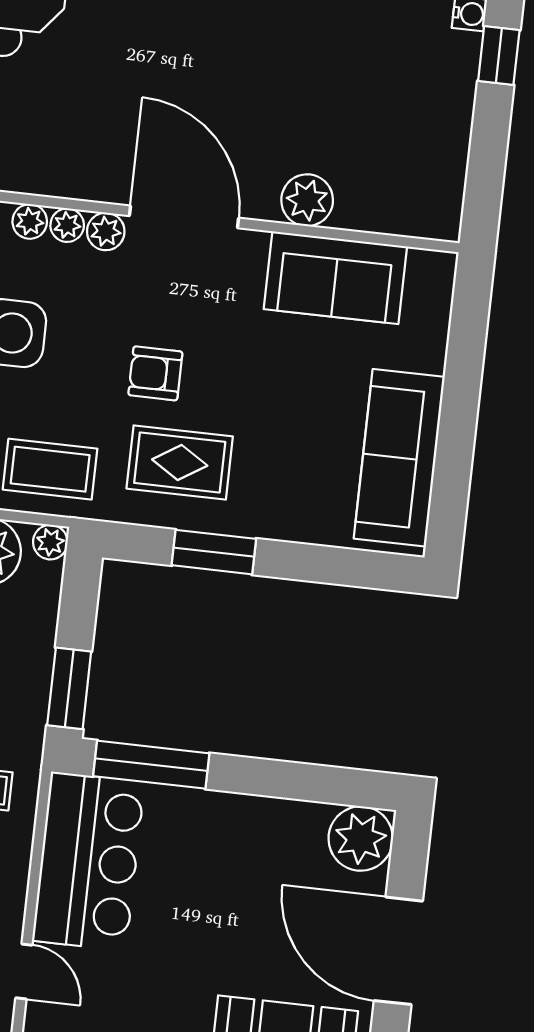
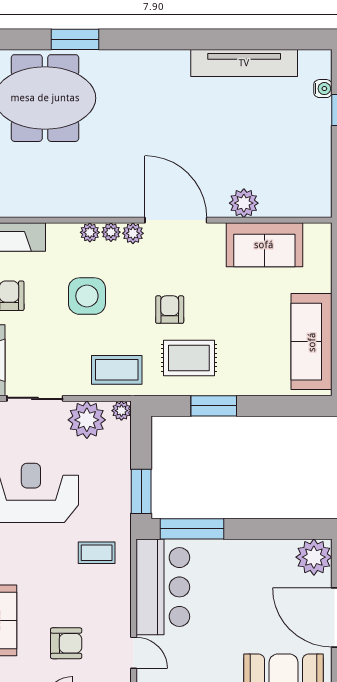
armchair: (155, 373) -> (170, 310), turned 90

